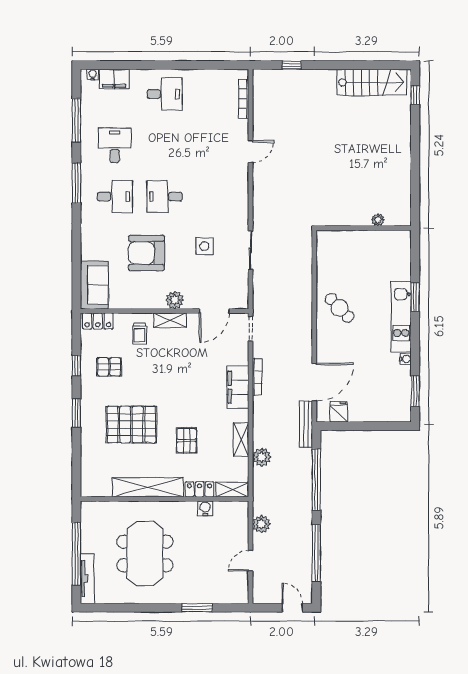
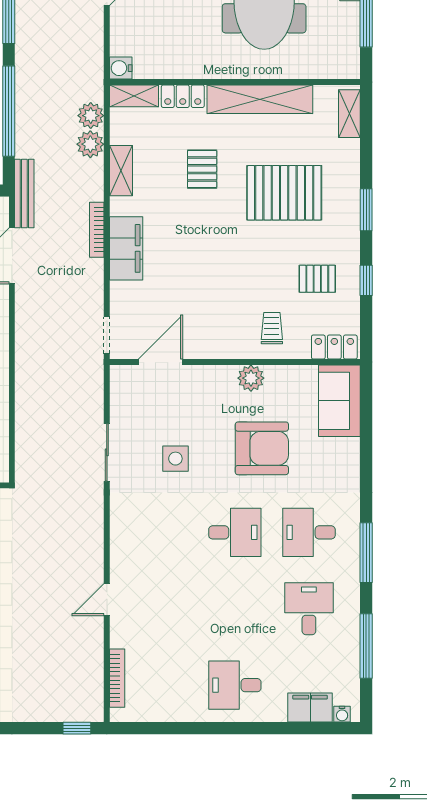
window: (292, 65) -> (77, 728), moved
desk: (115, 145) -> (309, 609), turned 180
plant: (175, 300) -> (251, 378), moved
shelving: (170, 320) -> (349, 114), moved, turned 90
bookcase: (257, 377) -> (97, 230), moved
water cooler: (205, 508) -> (121, 68), moved, turned 90
plant: (261, 524) -> (91, 116), moved

